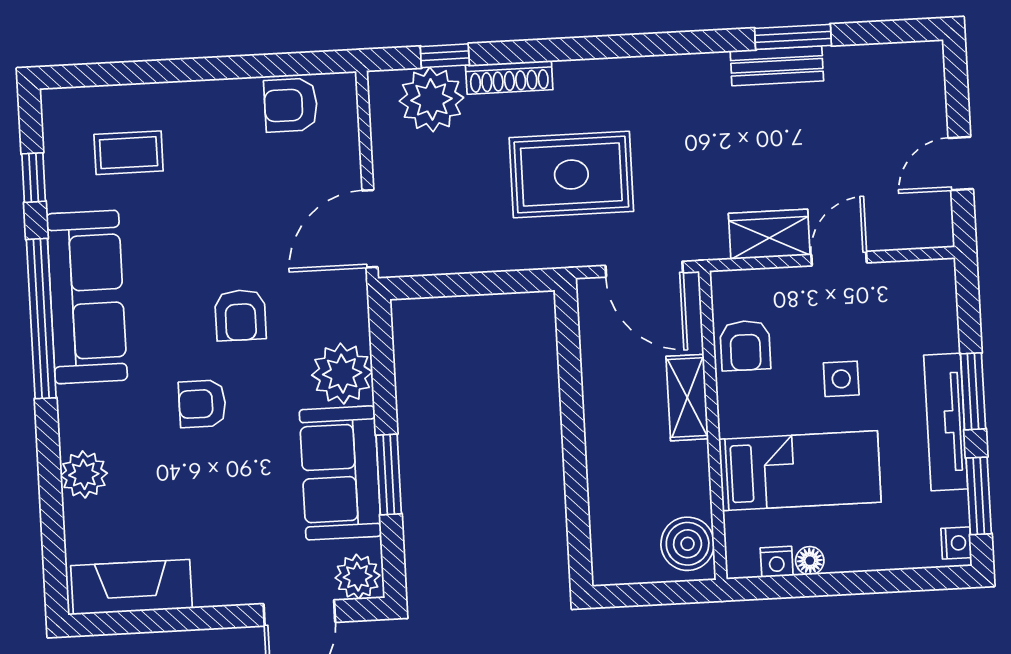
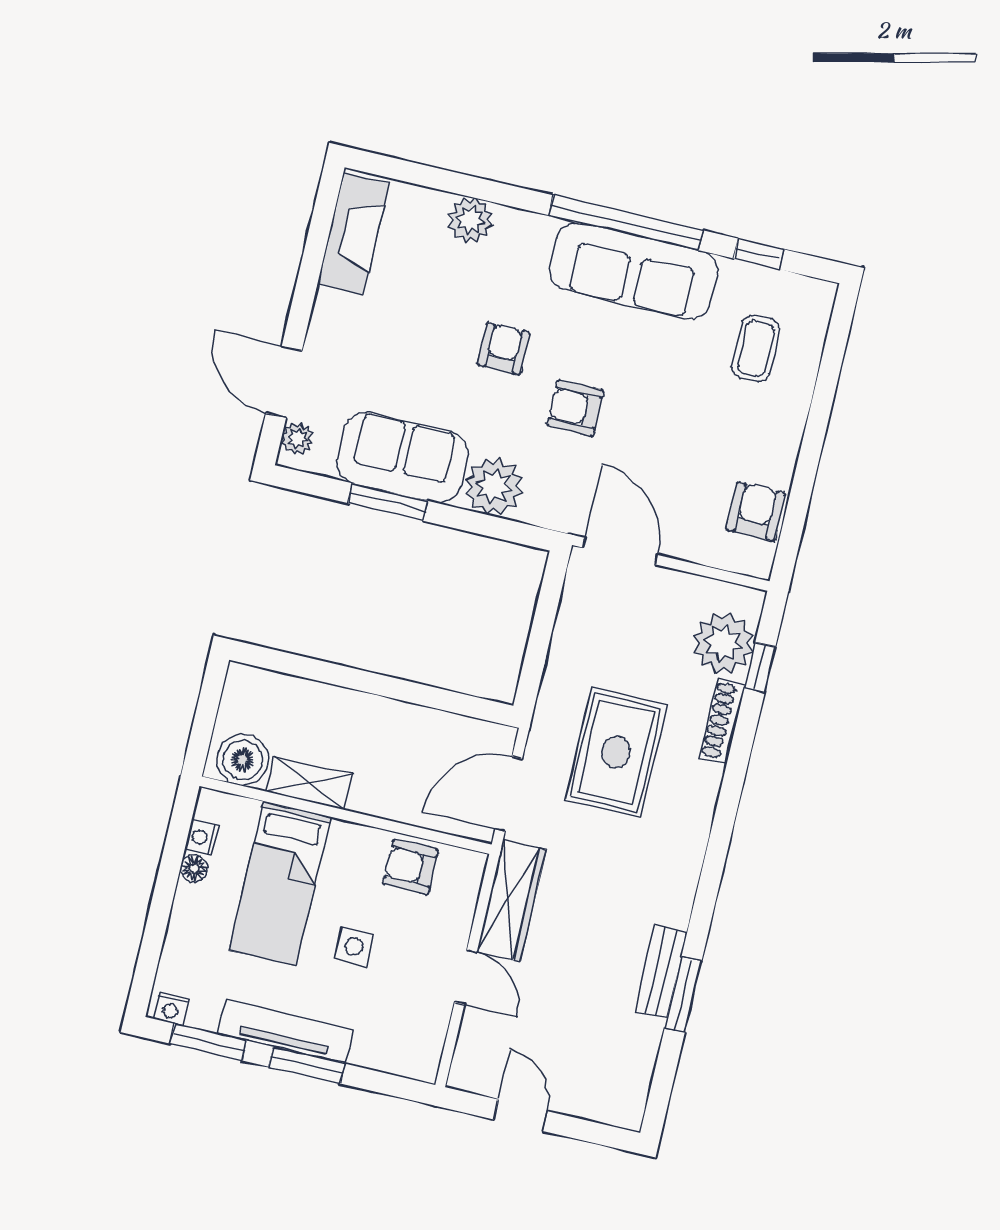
wardrobe: (769, 234) -> (511, 901), width x1.50
shelving: (687, 398) -> (309, 783), moved
plant: (358, 577) -> (297, 439), width x0.73, depth x0.73

